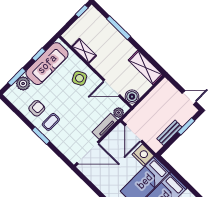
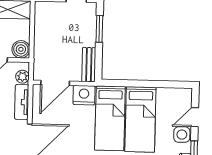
door: (133, 133) -> (55, 83), hinge flipped
bench: (169, 133) -> (89, 65), moved

